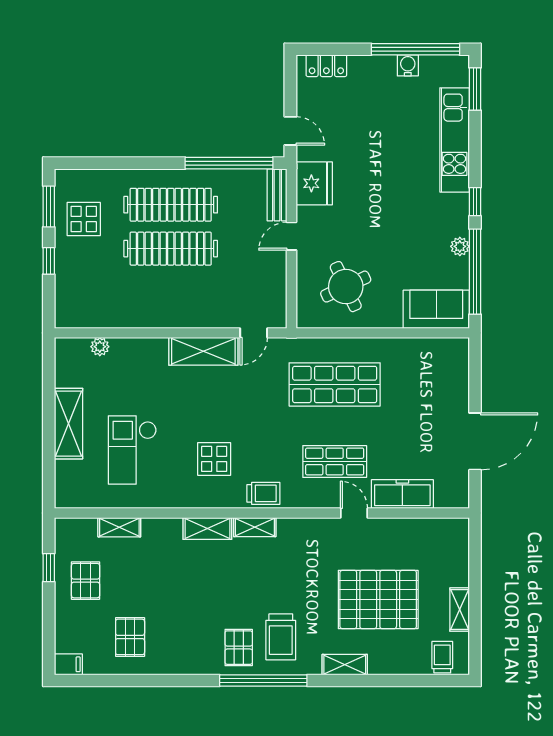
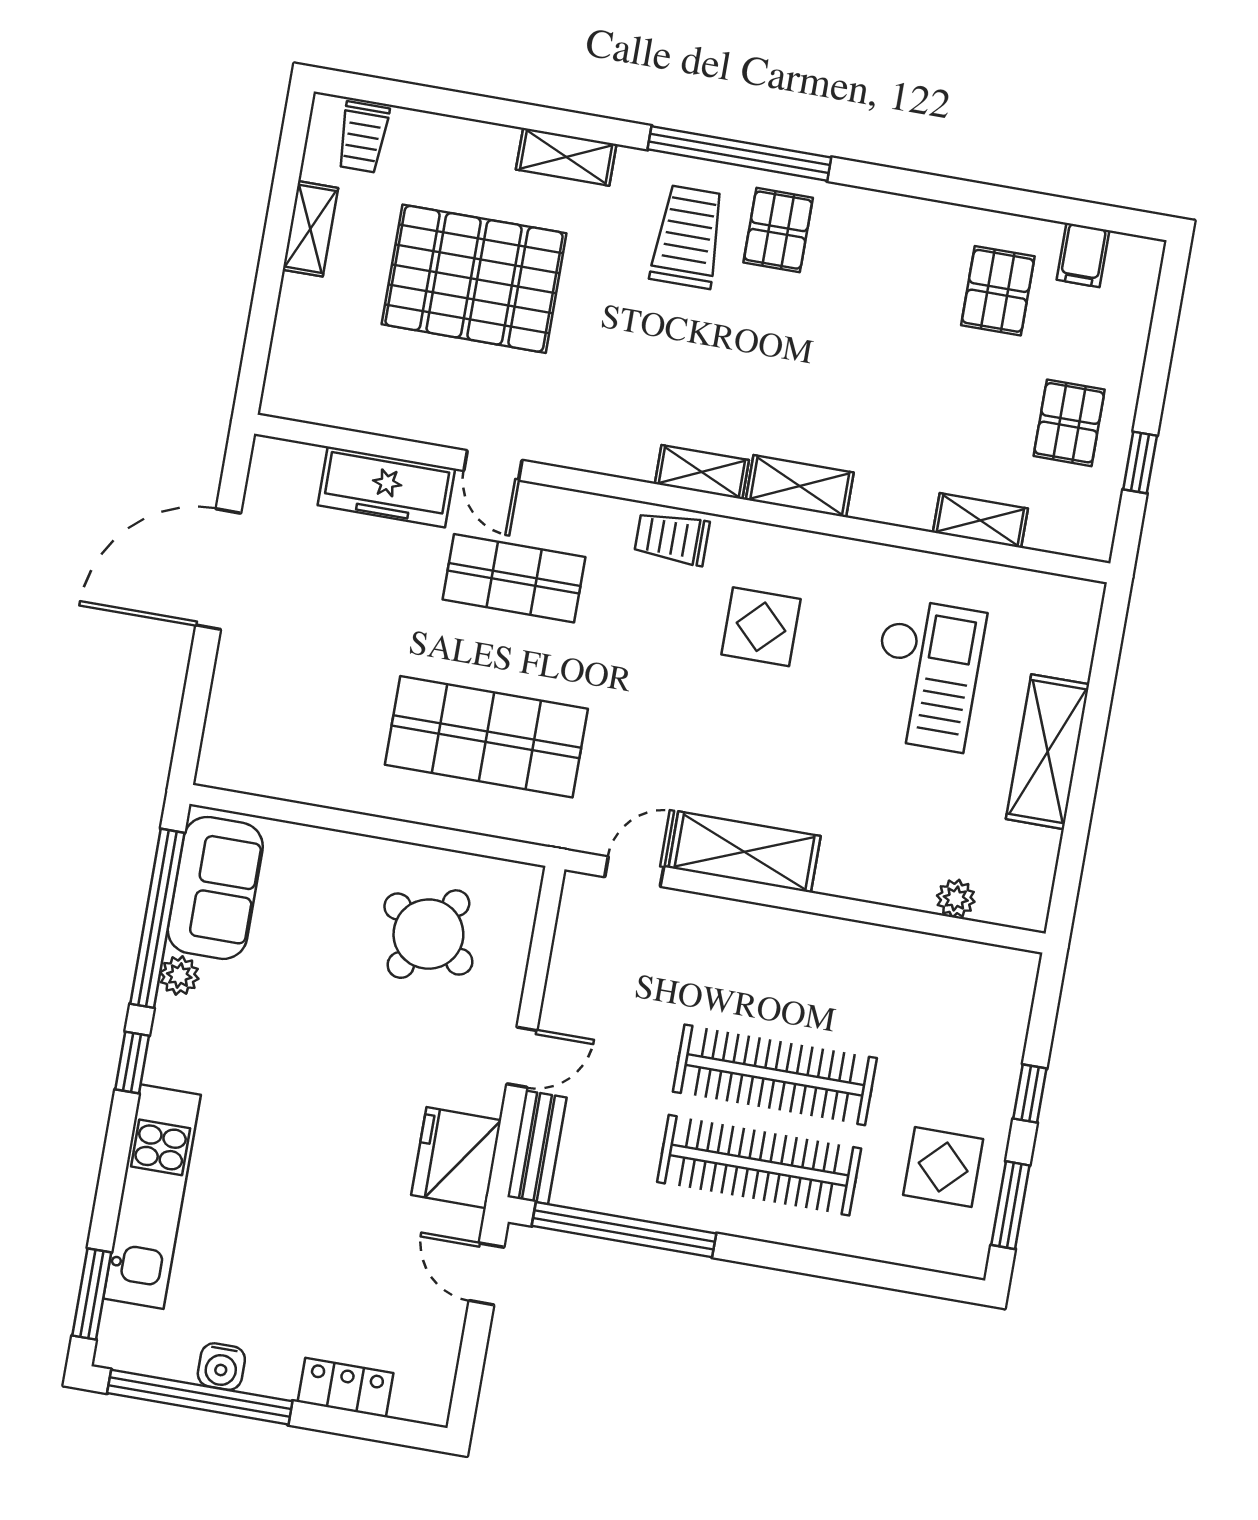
locker: (326, 66) -> (346, 1388), moved
round table: (346, 287) -> (428, 934), turned -33
sofa: (436, 309) -> (215, 888), moved, turned -90
filing cabinet: (68, 664) -> (1083, 255), moved, turned -90

